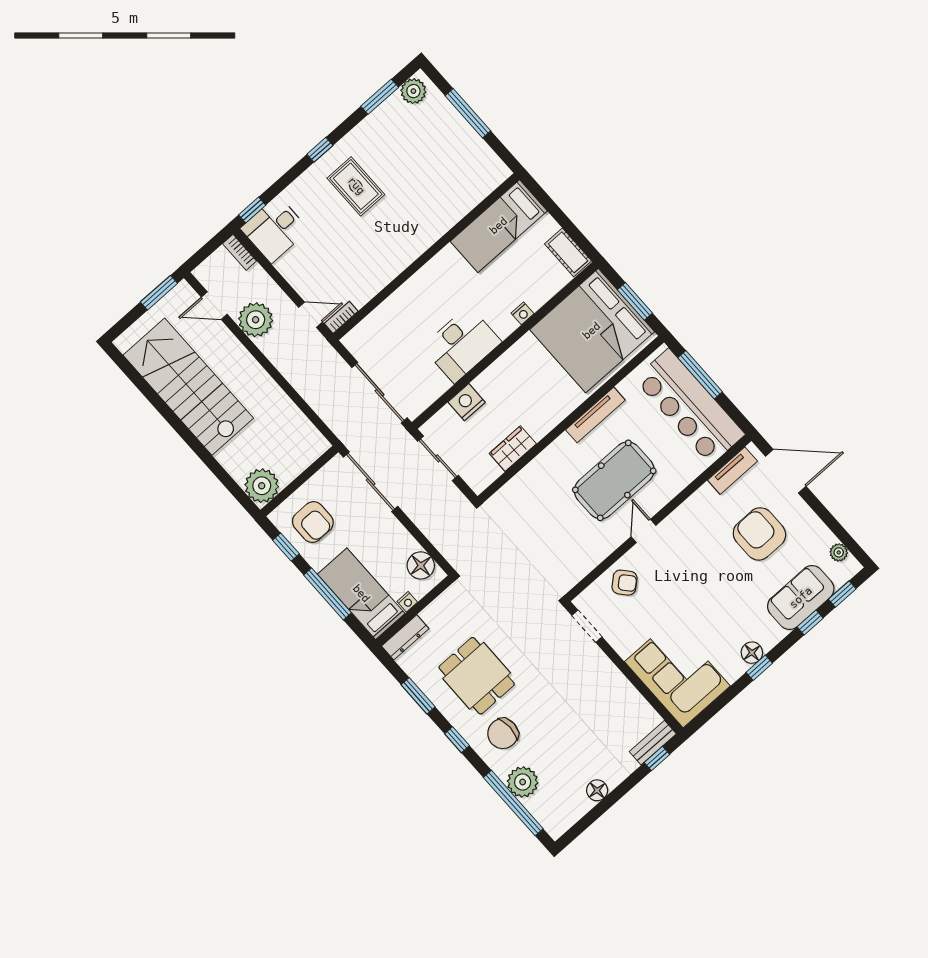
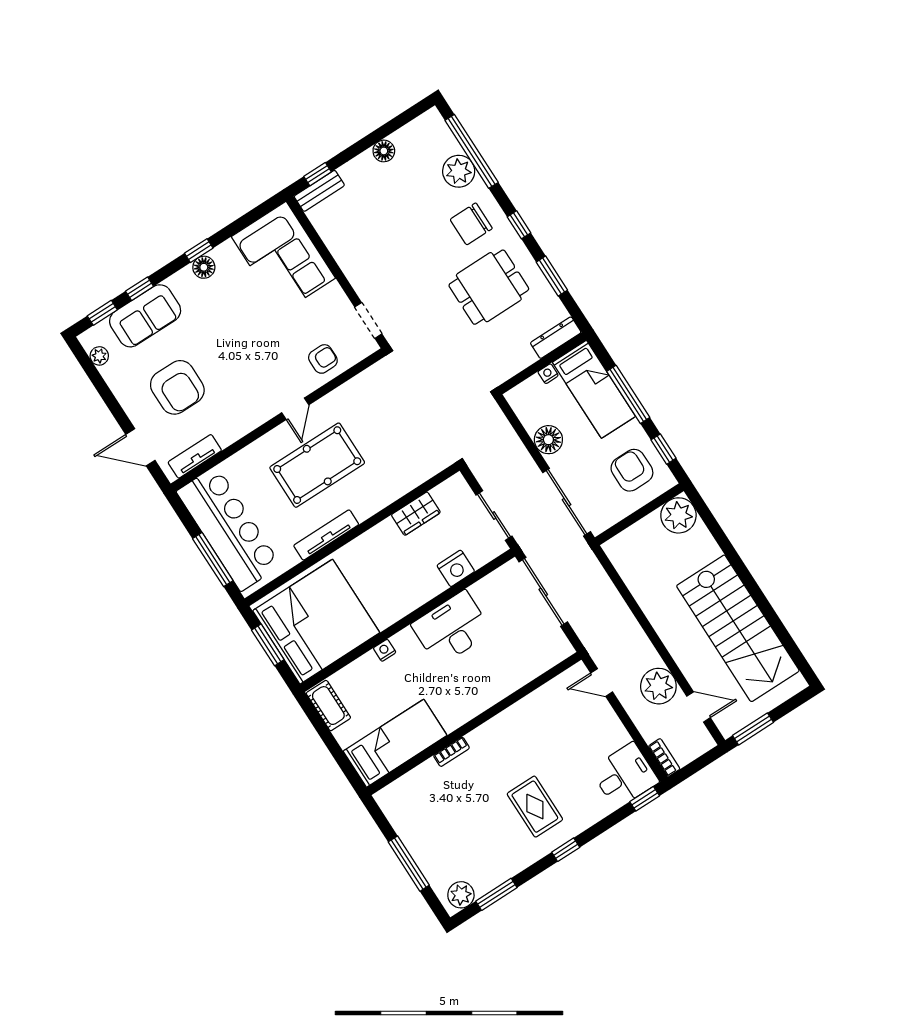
bookcase: (341, 317) -> (452, 752), moved
door: (786, 471) -> (140, 447), width x0.73
floor lamp: (421, 565) -> (548, 440), moved
armchair: (624, 583) -> (323, 359), turned 131
dining table: (477, 676) -> (489, 287), turned 90
chair: (503, 734) -> (471, 224), turned 180

